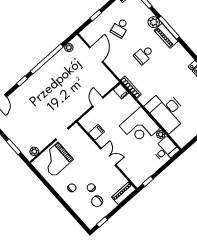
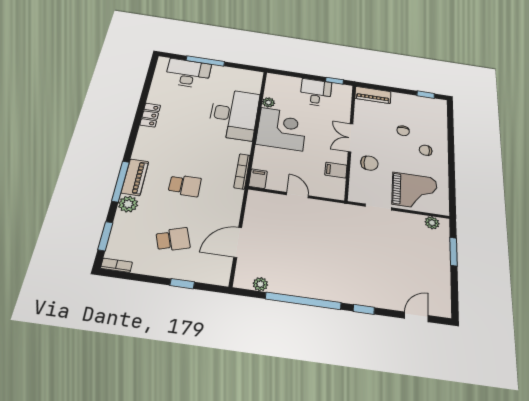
door: (98, 102) -> (297, 195), swing flipped
desk: (166, 150) -> (316, 92), moved, turned 90
chair: (97, 201) -> (369, 163), moved

